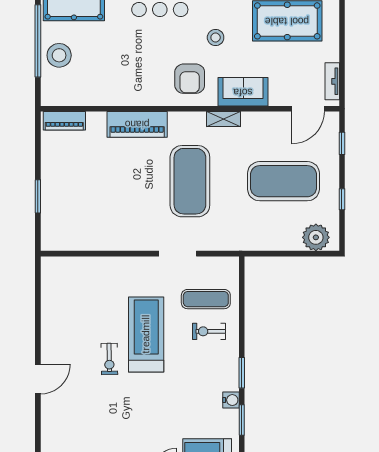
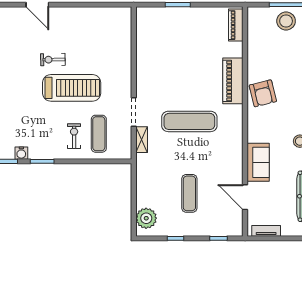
armchair: (190, 79) -> (263, 93), moved, turned -104
door: (308, 109) -> (245, 197), moved
shelving: (223, 119) -> (142, 140), moved
exercise mat: (190, 181) -> (189, 121), width x0.68
exercise mat: (283, 181) -> (189, 193), width x0.50, depth x0.69

